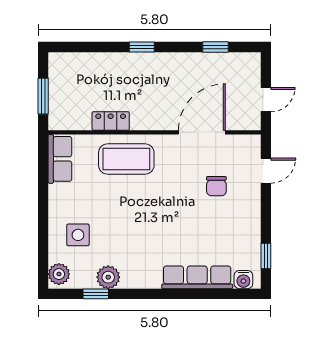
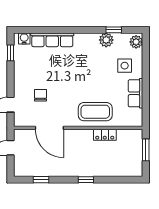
door: (202, 132) -> (49, 128), hinge flipped
row of seats: (60, 159) -> (136, 93), moved

